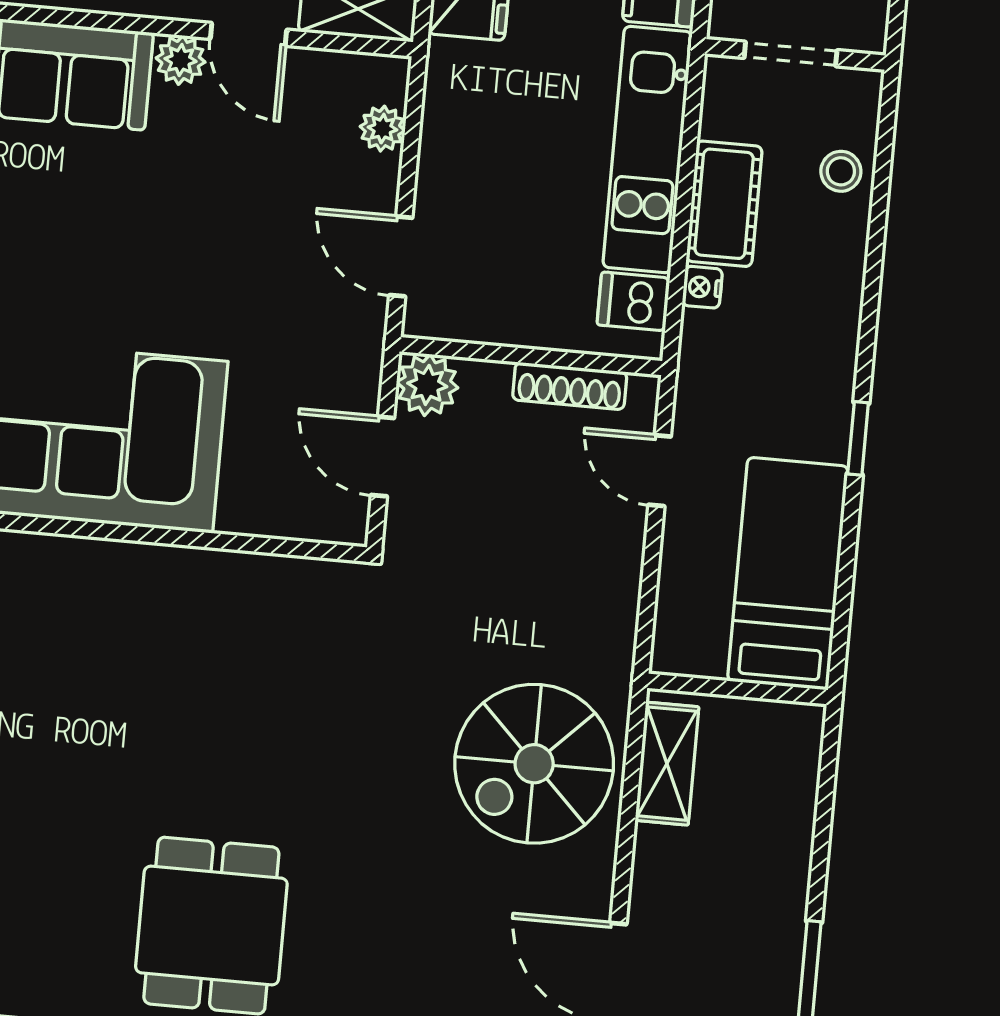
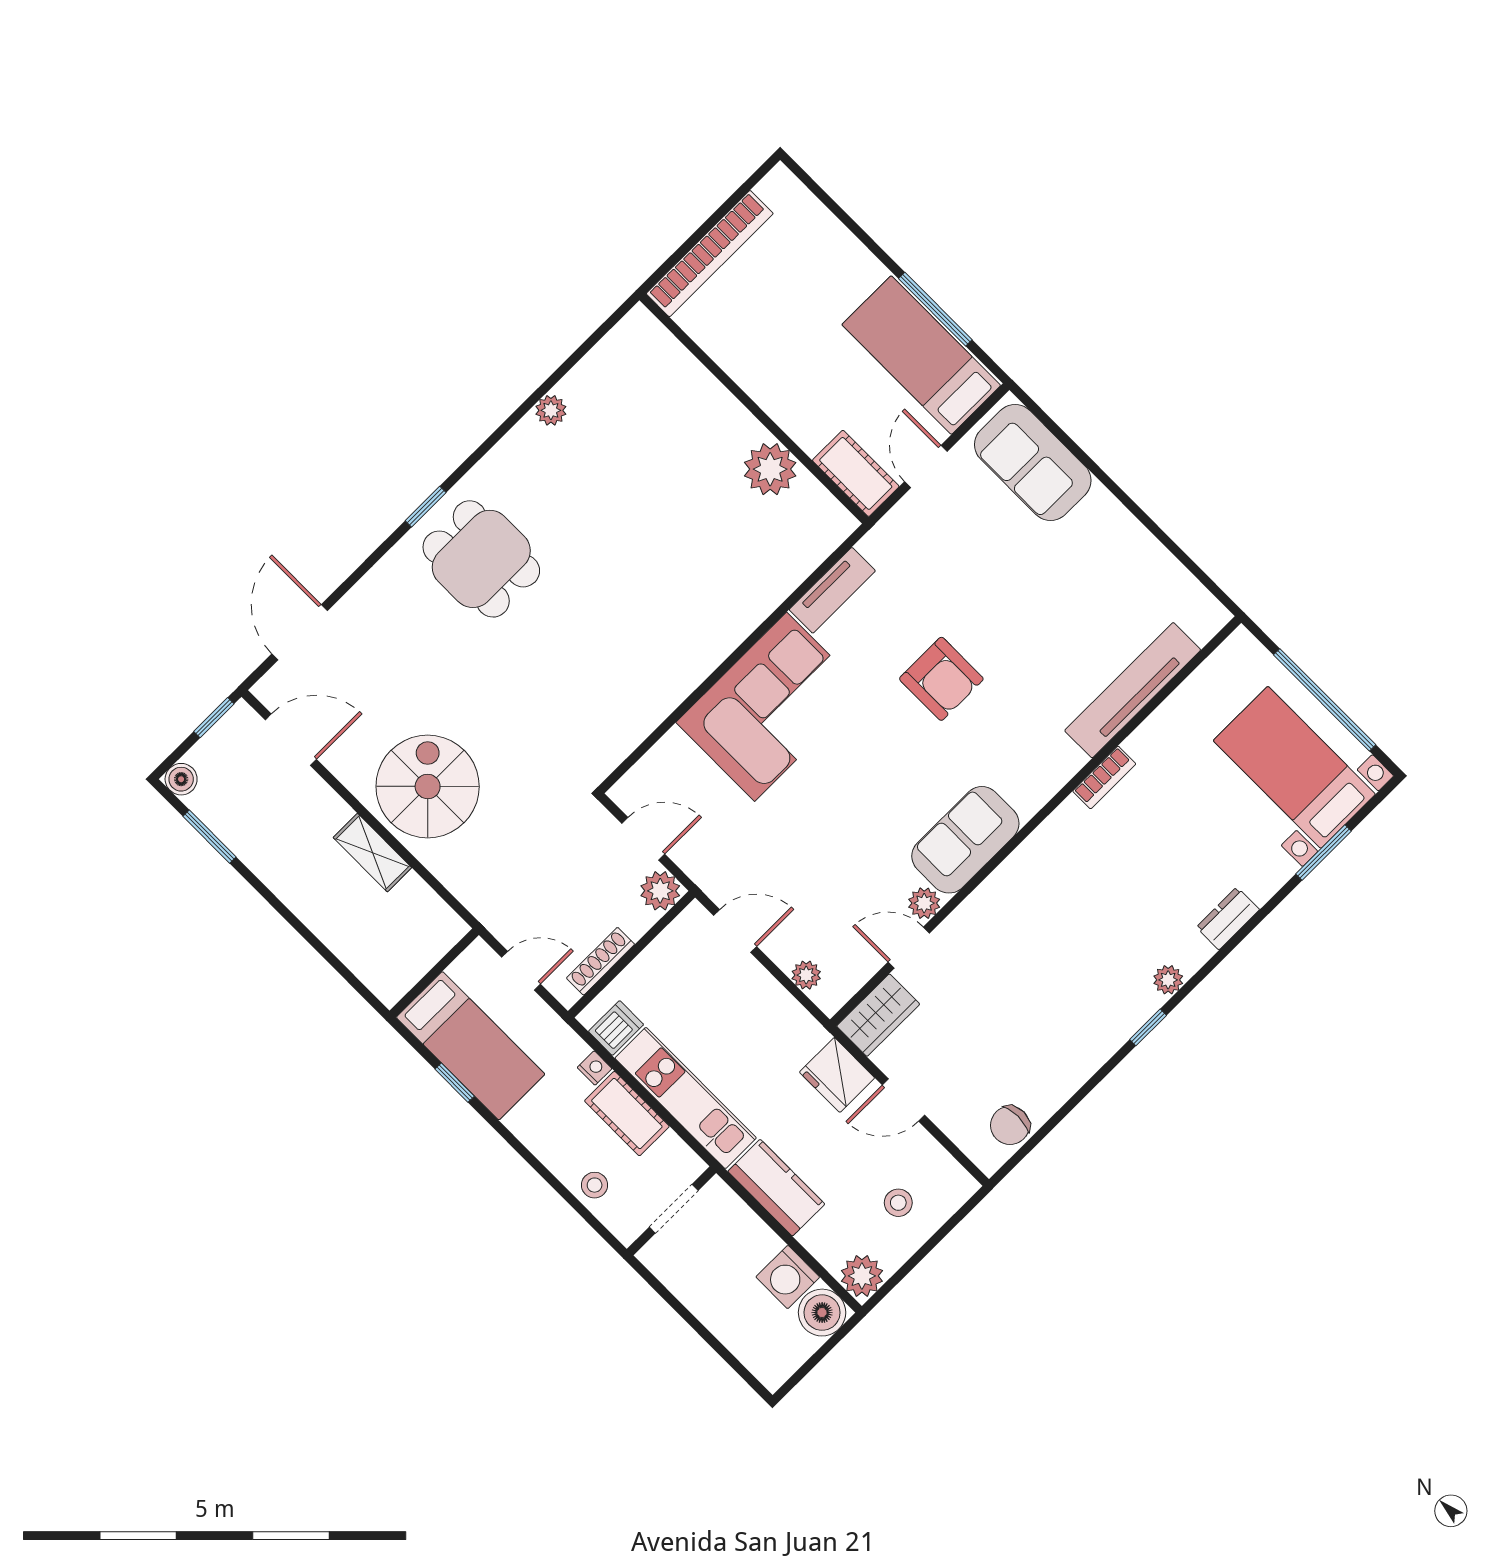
bed: (788, 574) -> (471, 1046), moved
wall: (738, 689) -> (434, 973), moved

